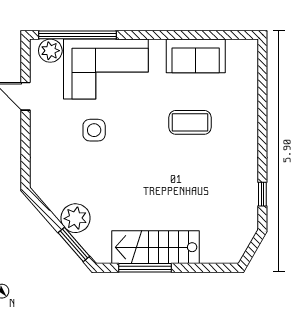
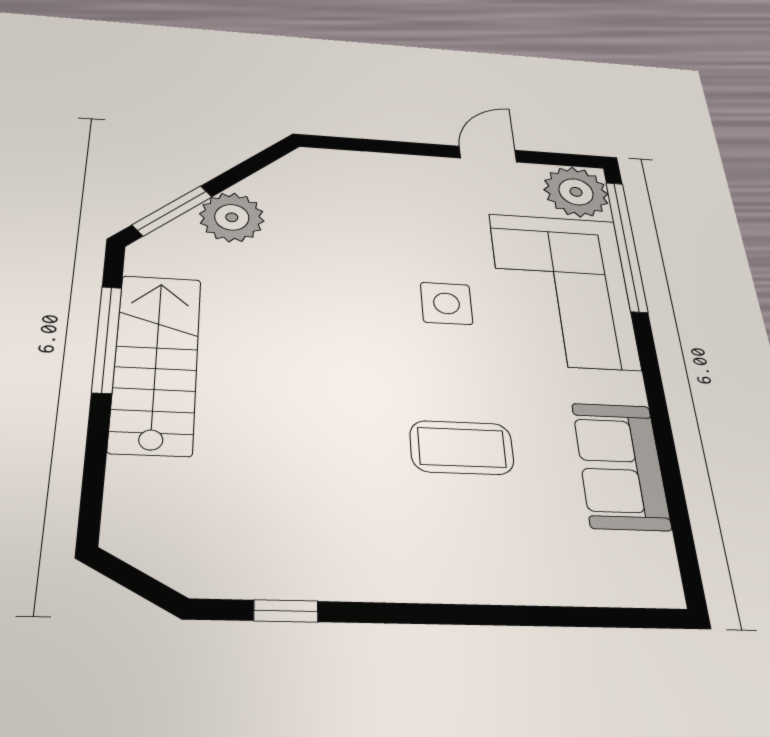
plant: (50, 51) -> (576, 192), width x1.36, depth x1.36
coffee table: (190, 122) -> (462, 447), turned 90
side table: (94, 130) -> (446, 303), moved

